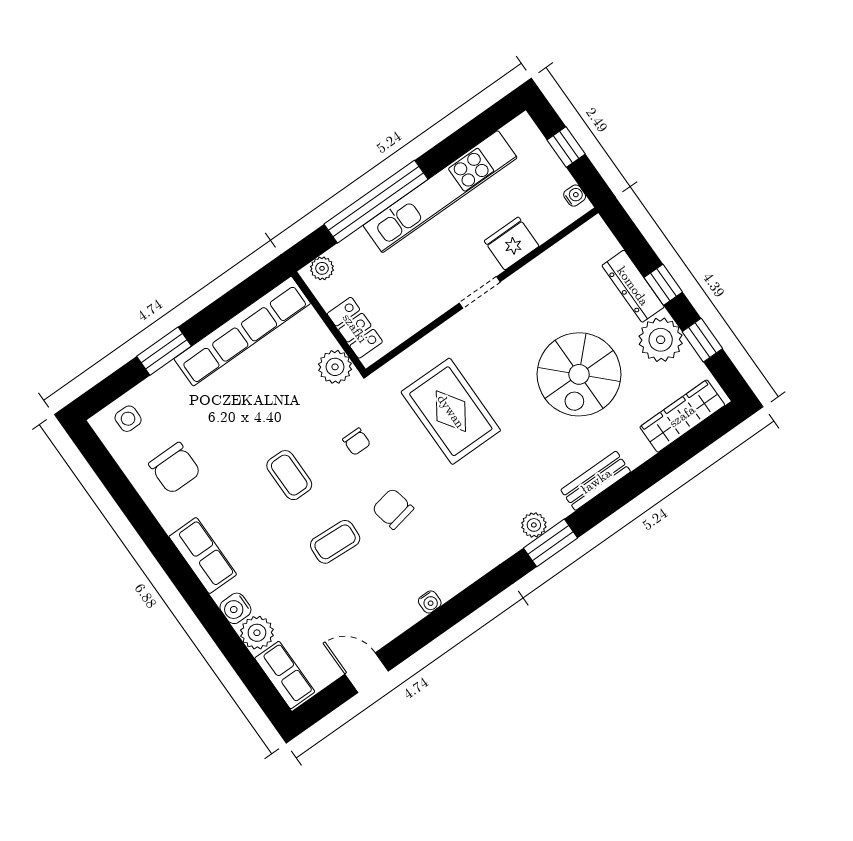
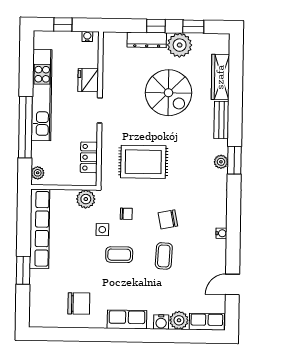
locker: (355, 328) -> (89, 157), moved, turned -90
wardrobe: (682, 416) -> (220, 77), moved
side table: (128, 419) -> (102, 230), moved

